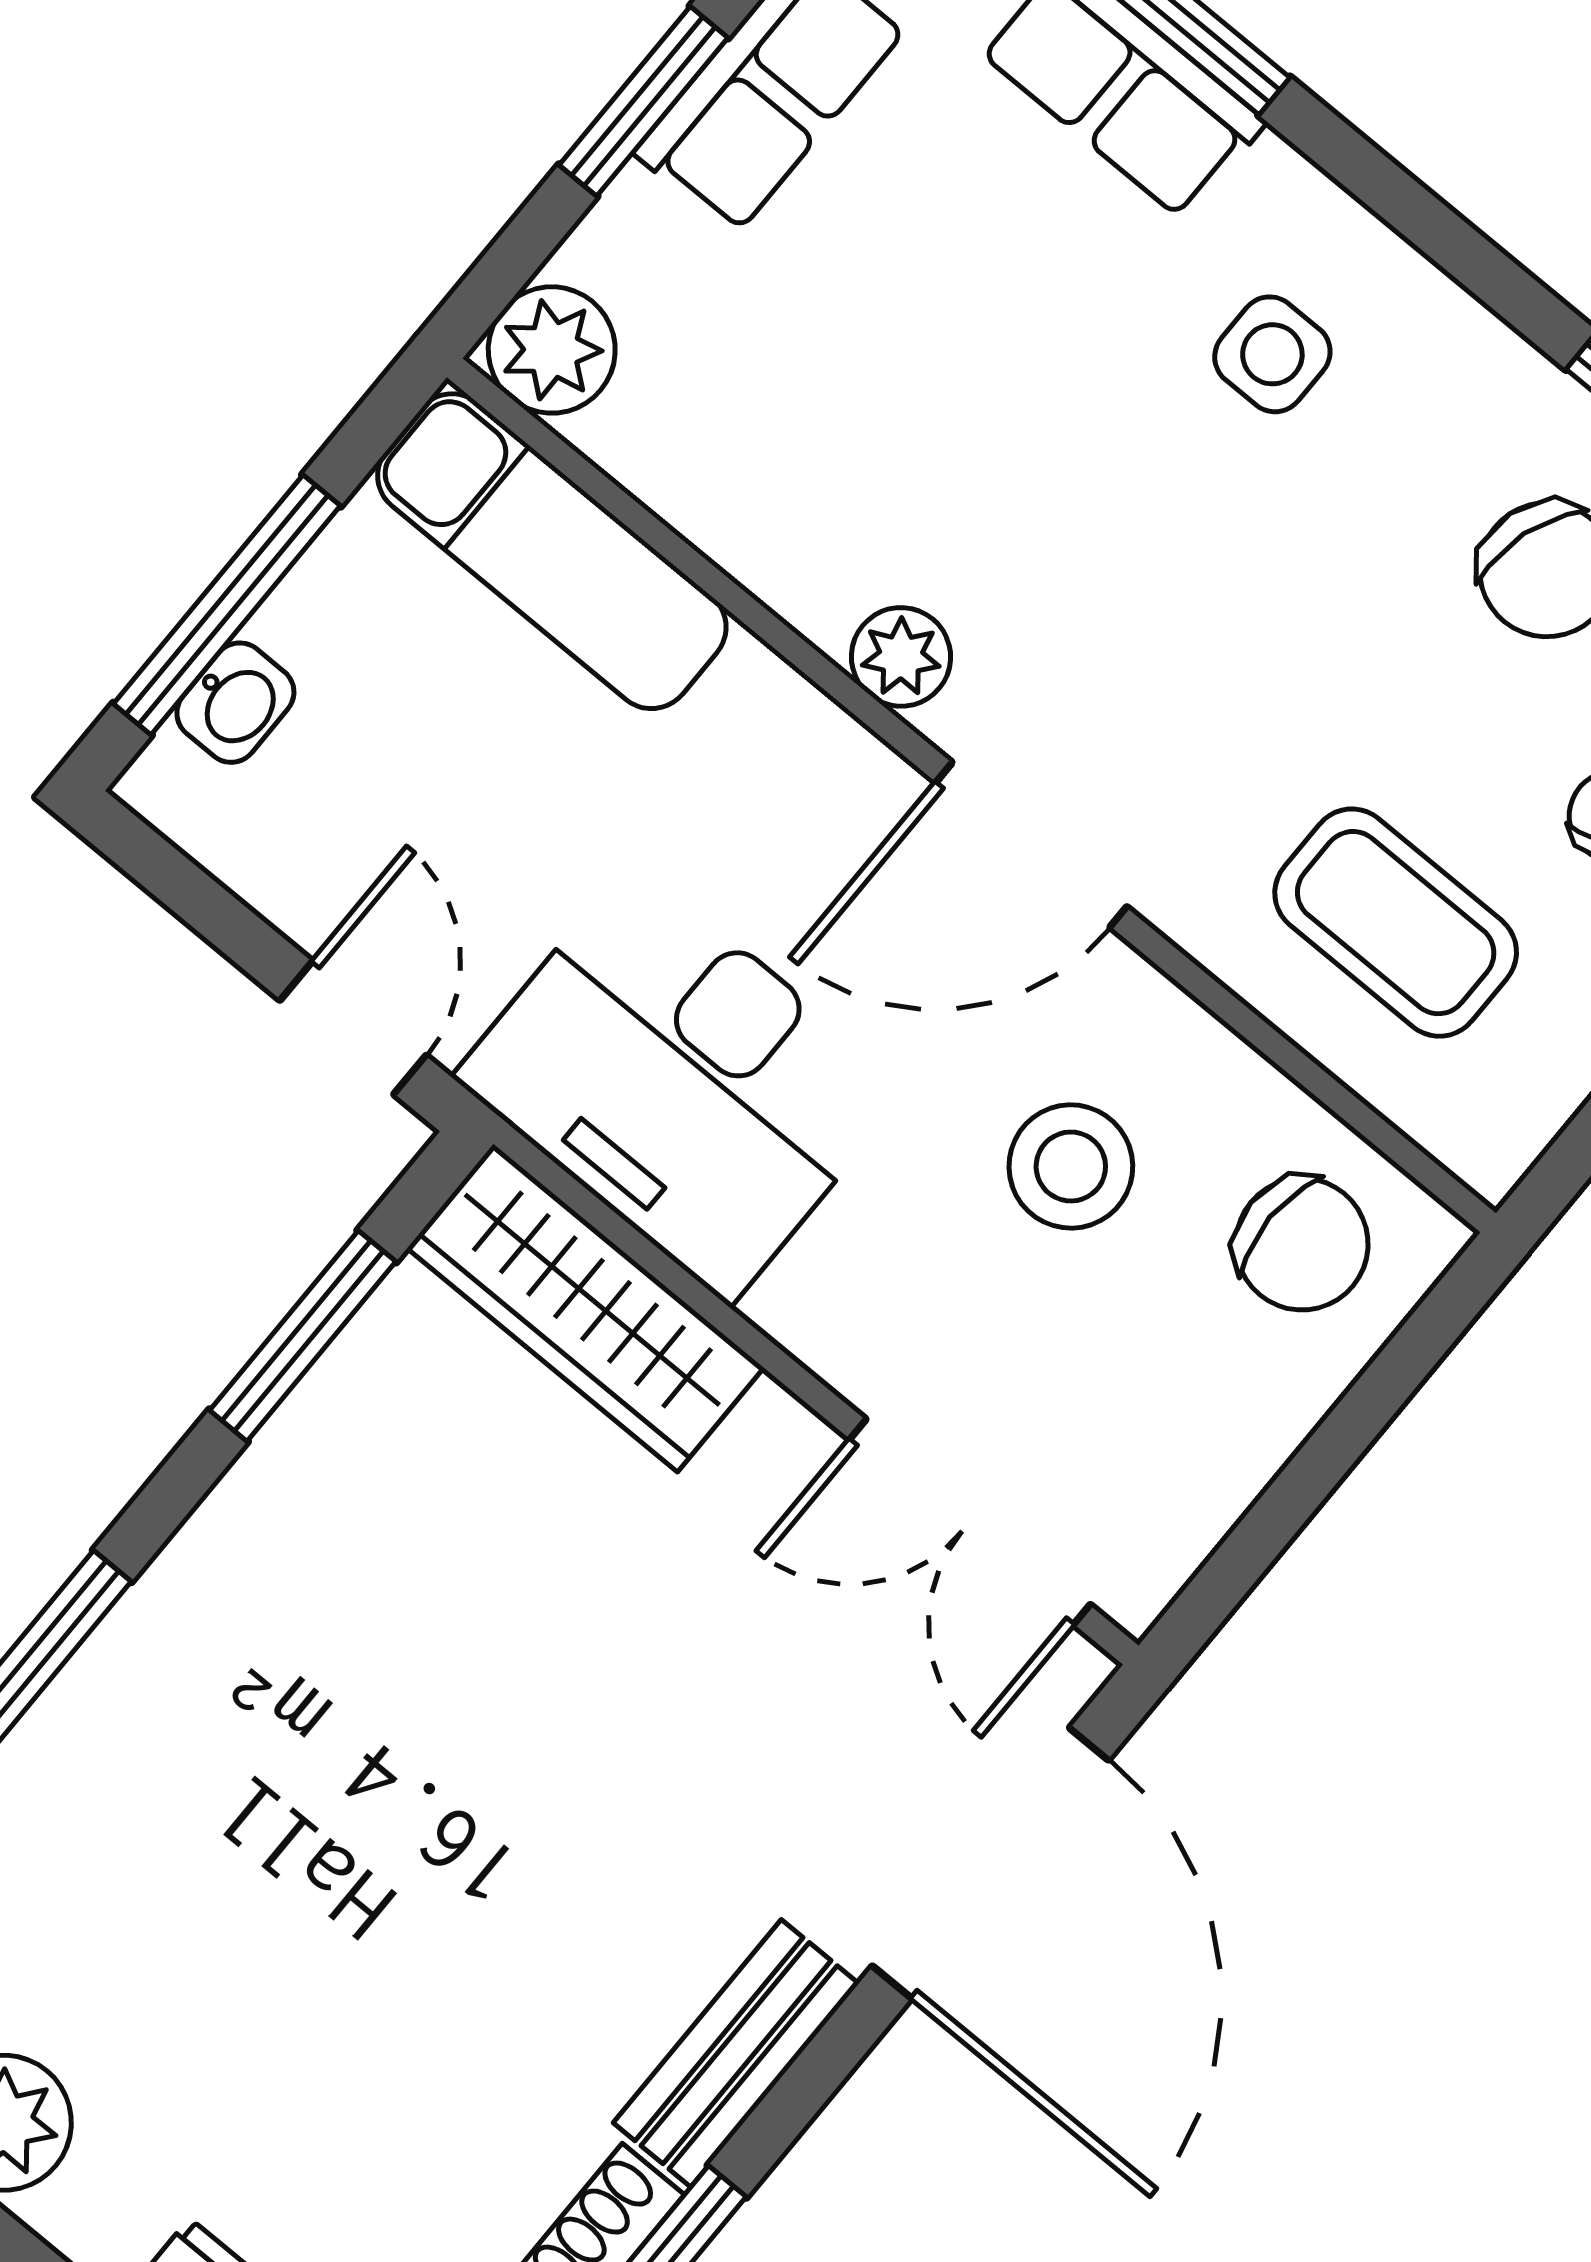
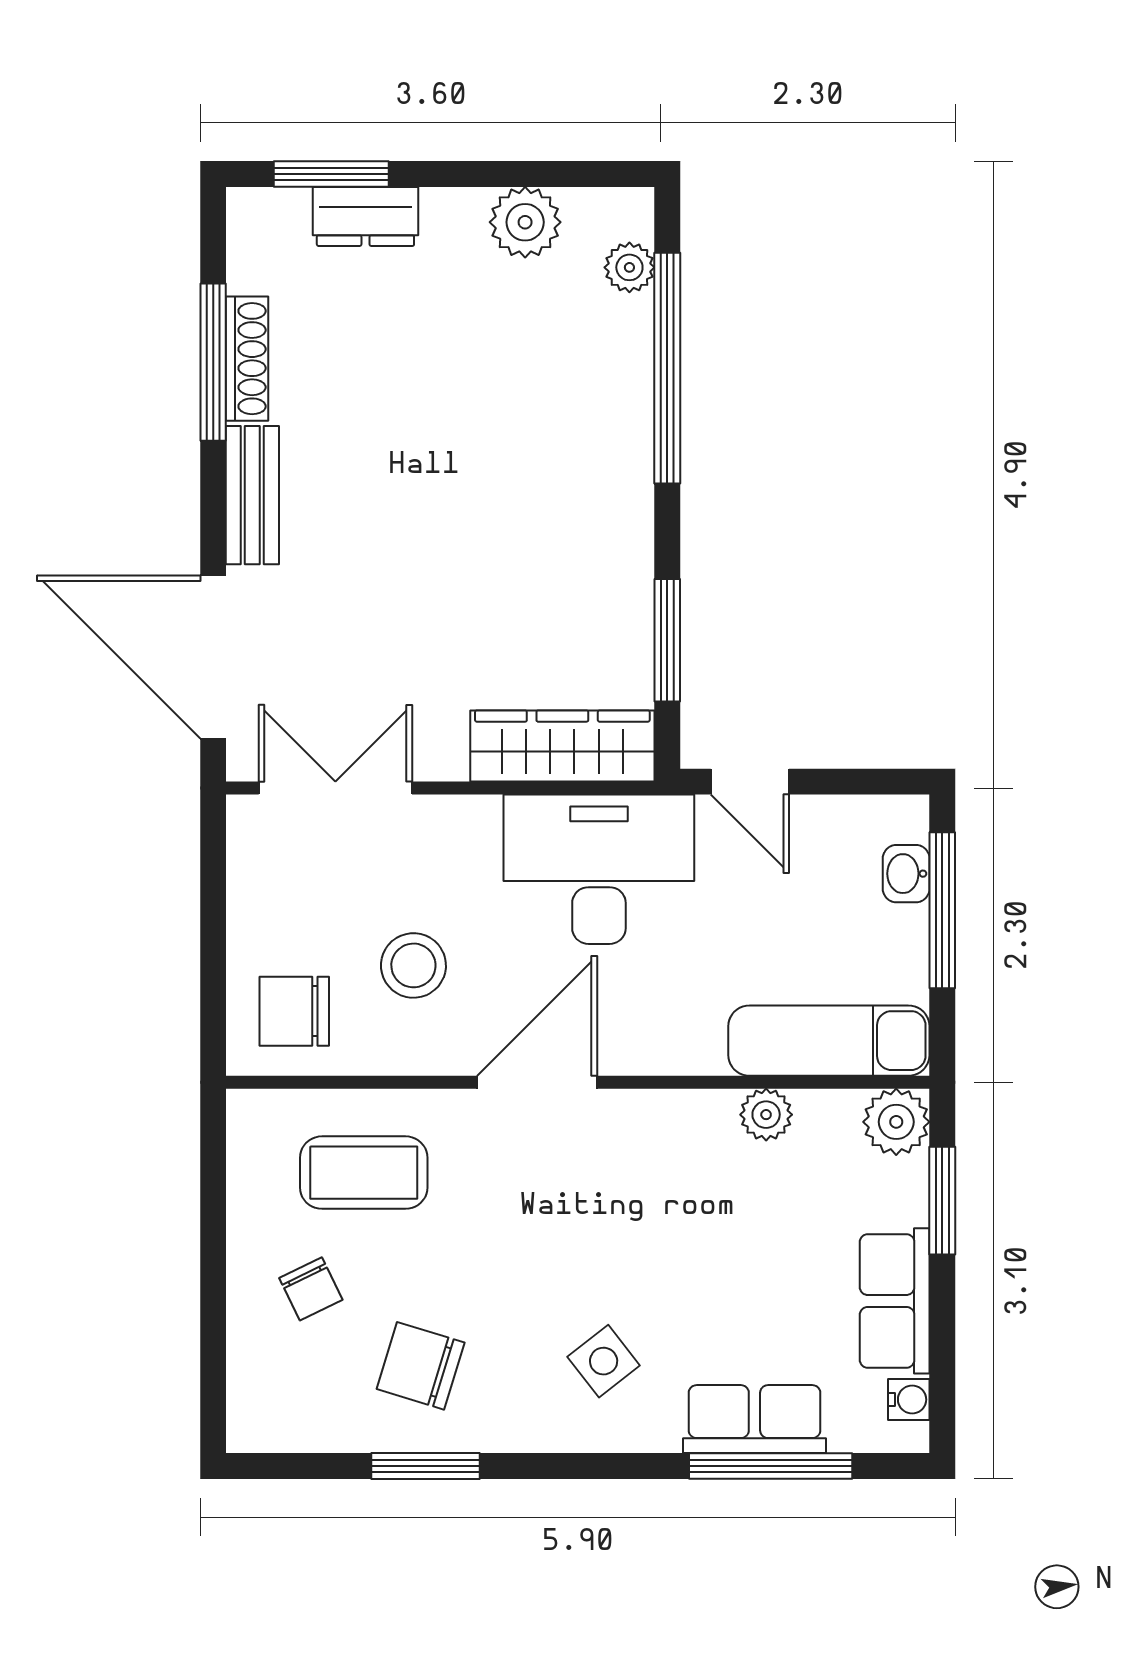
window: (643, 101) -> (942, 1201), moved
side table: (1272, 354) -> (604, 1361), turned -38
plant: (901, 657) -> (766, 1115), moved

